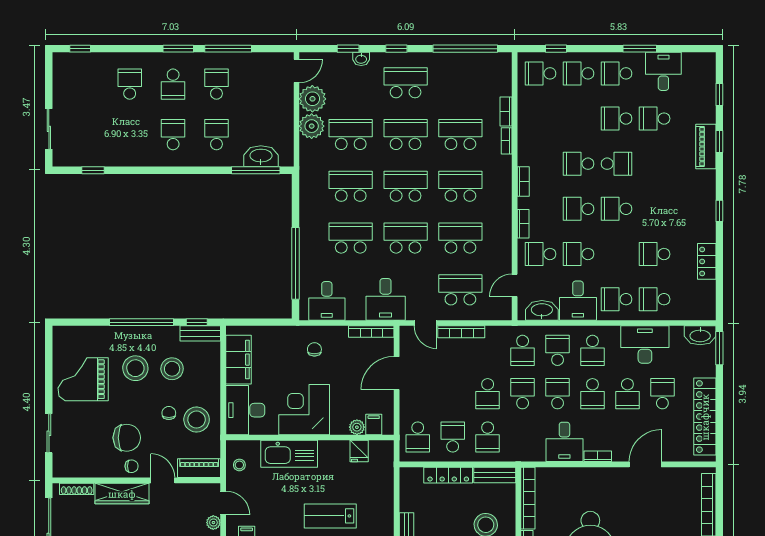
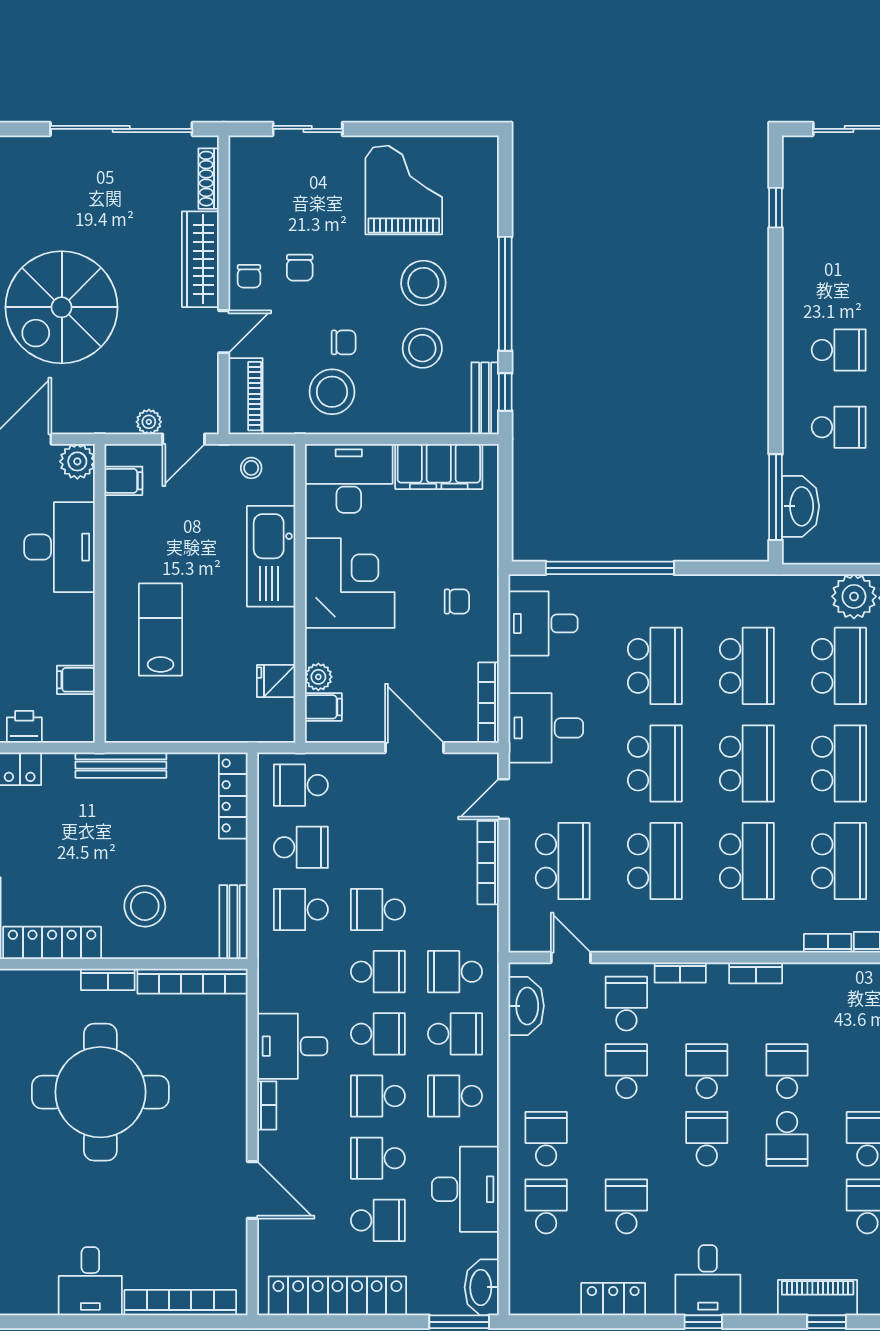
desk: (578, 301) -> (708, 1280), moved, turned -90
chair: (127, 438) -> (300, 268), width x0.54, depth x0.54
locker: (448, 475) -> (233, 796), moved

